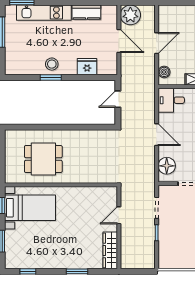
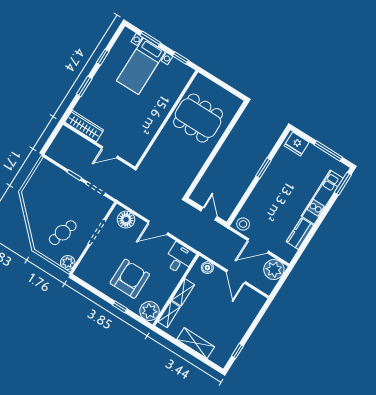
stool: (52, 64) -> (243, 224), moved
fridge: (87, 67) -> (297, 144), moved, turned 90
dining table: (43, 159) -> (198, 118), width x1.37
bed with nightstands: (30, 208) -> (141, 66), moved
door: (119, 215) -> (110, 152), swing flipped
window: (28, 271) -> (103, 57), moved

